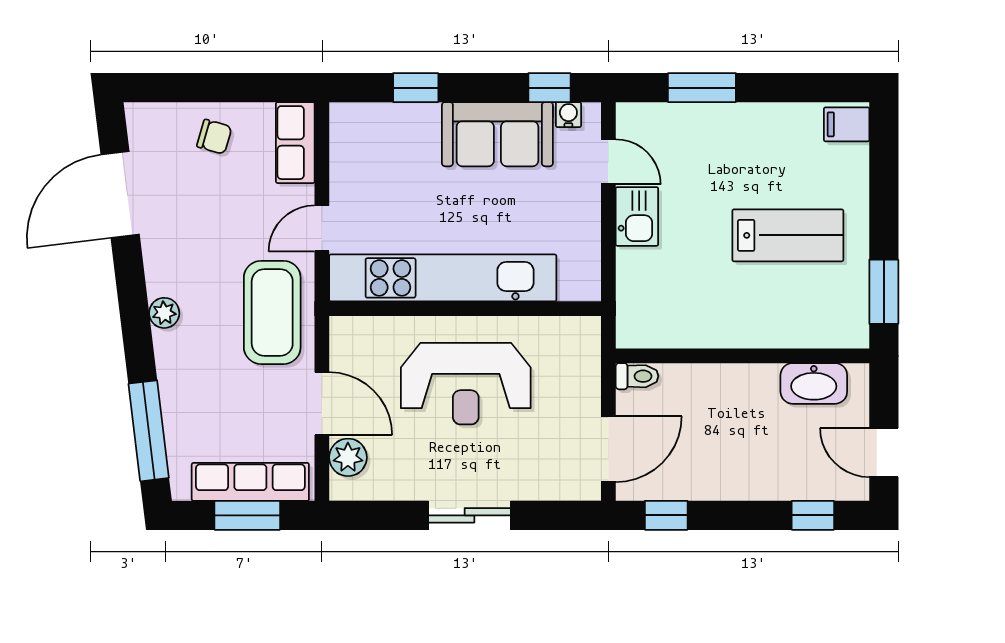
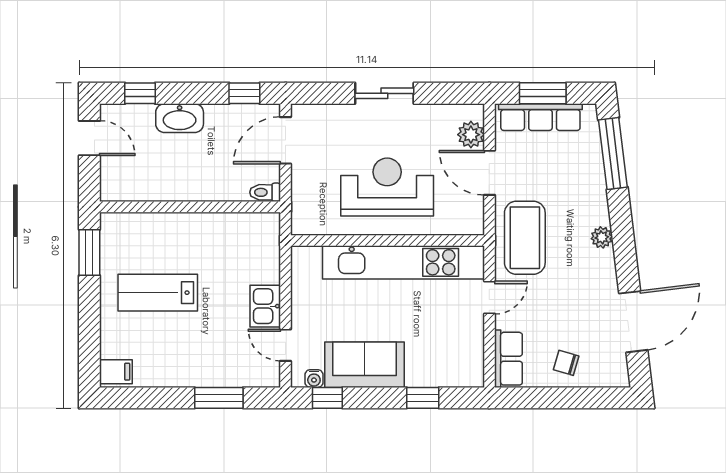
washbasin: (814, 383) -> (180, 118), moved, turned 180

